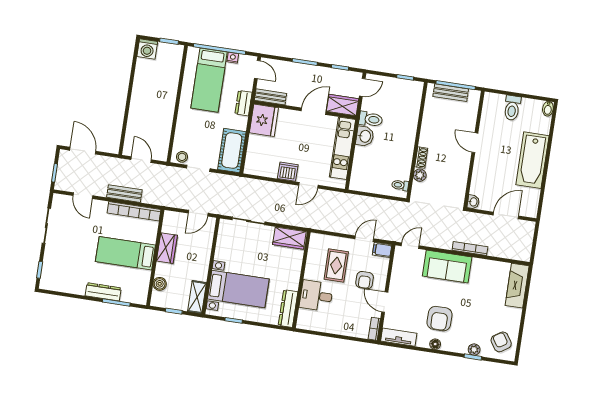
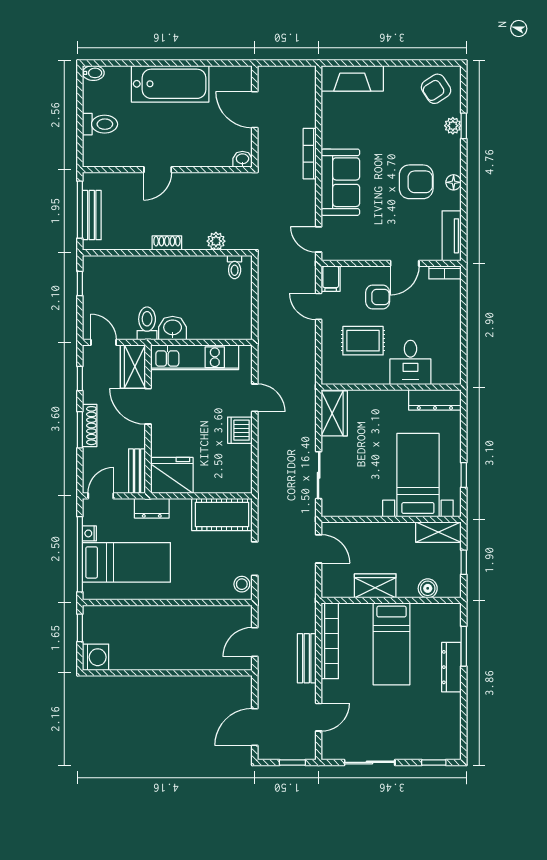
shoe rack: (307, 69) -> (90, 426), added
shoe rack: (421, 157) -> (167, 243), moved

